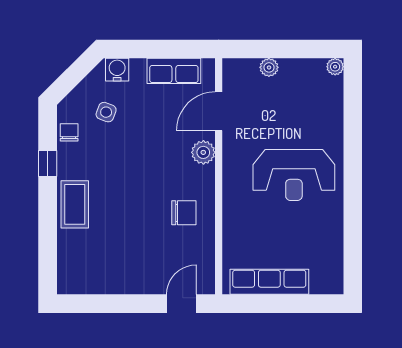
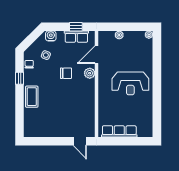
window: (173, 49) -> (76, 27), added
chair: (184, 213) -> (66, 73), moved
door: (181, 304) -> (80, 141), swing flipped

